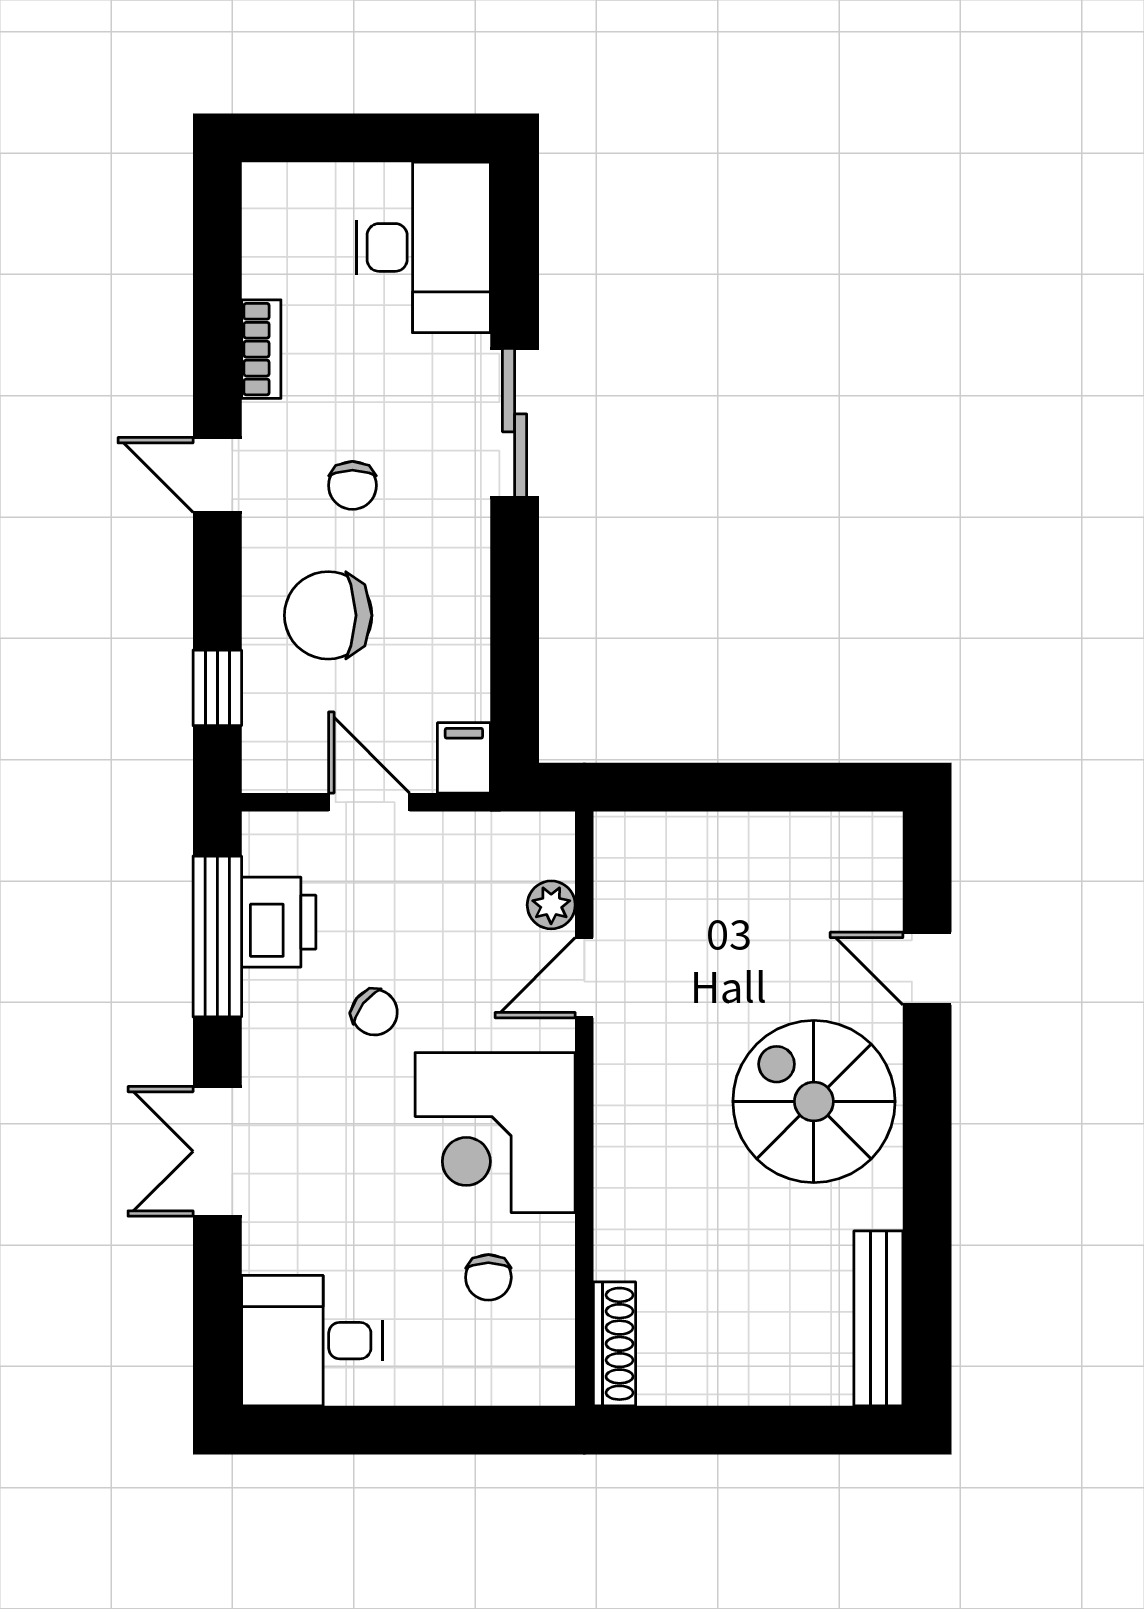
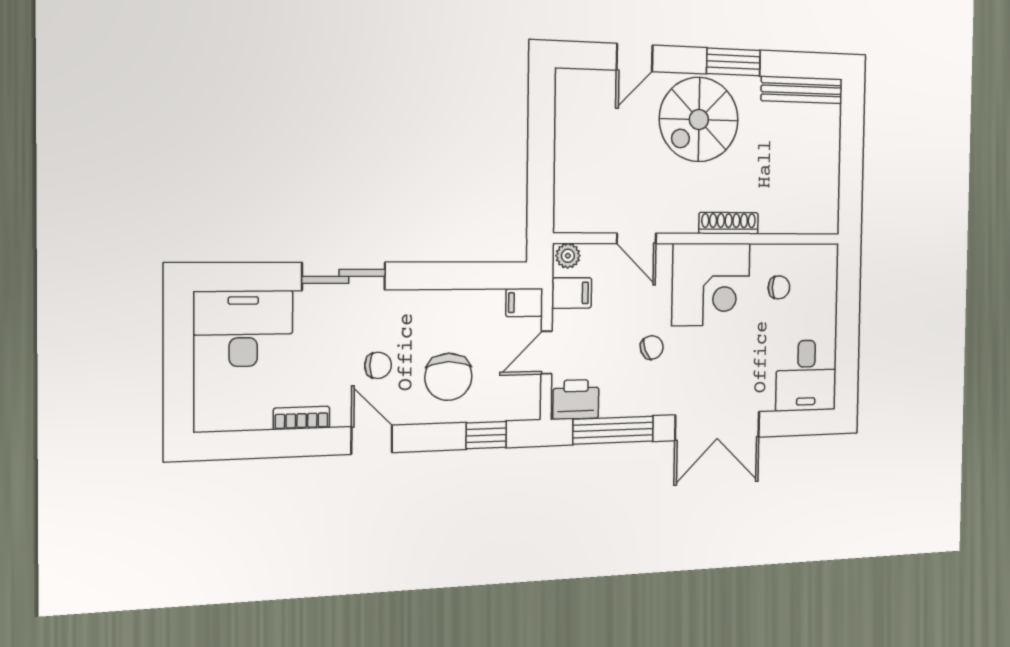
door: (217, 475) -> (372, 440), swing flipped
filing cabinet: (481, 850) -> (572, 293), added
plant: (551, 905) -> (568, 256), moved
printer: (279, 922) -> (576, 399), moved
chair: (375, 1012) -> (652, 347), turned 30
double door: (217, 1151) -> (717, 426), width x1.37
window: (927, 1171) -> (733, 62), added
shoe rack: (614, 1344) -> (729, 223), moved

